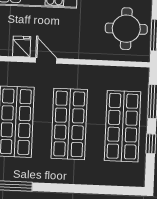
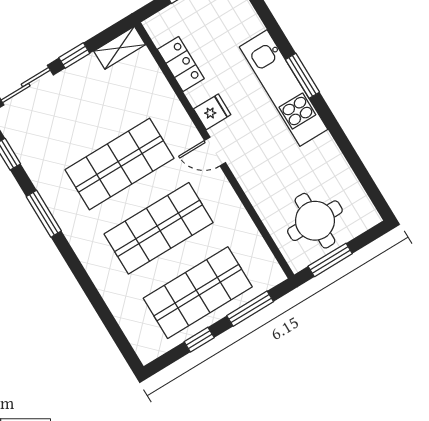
door: (46, 60) -> (215, 151), swing flipped

